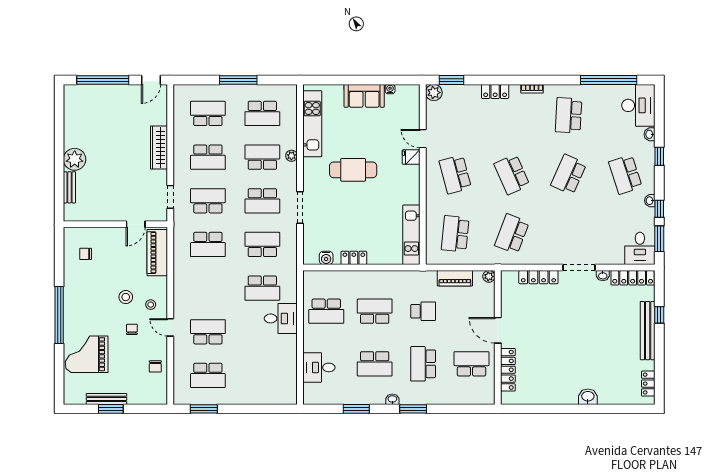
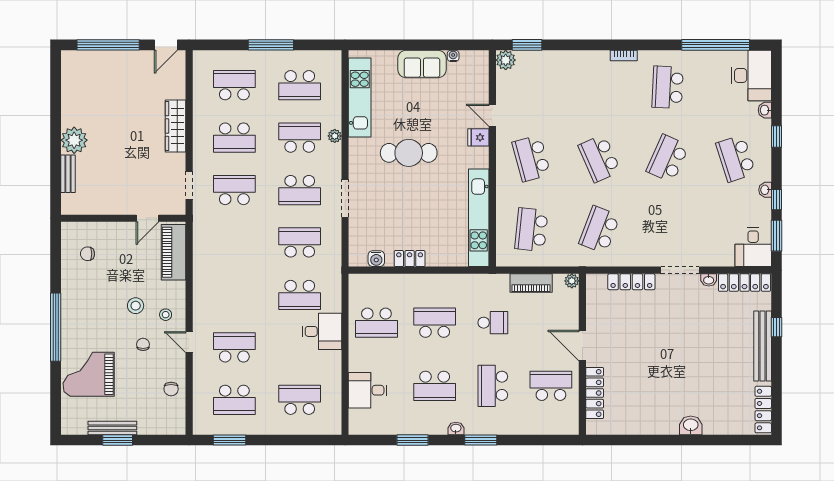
locker: (495, 91) -> (579, 59), removed
kitchen unit: (411, 235) -> (479, 218), width x1.36
school desk: (208, 244) -> (300, 400), moved, turned 180
locker: (648, 384) -> (763, 410), width x1.53

